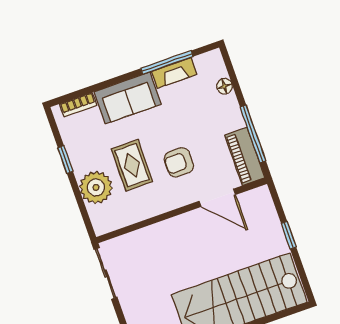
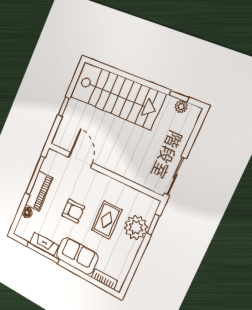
piano: (245, 156) -> (39, 191), moved
window: (65, 159) -> (153, 225), moved
armchair: (179, 162) -> (73, 211), moved

